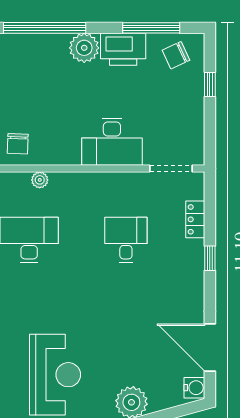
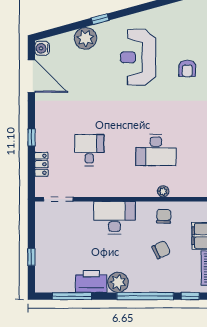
chair: (176, 55) -> (161, 250), moved
desk: (112, 142) -> (114, 218), moved
plant: (40, 180) -> (163, 191), moved
desk: (126, 240) -> (89, 150), turned 180

